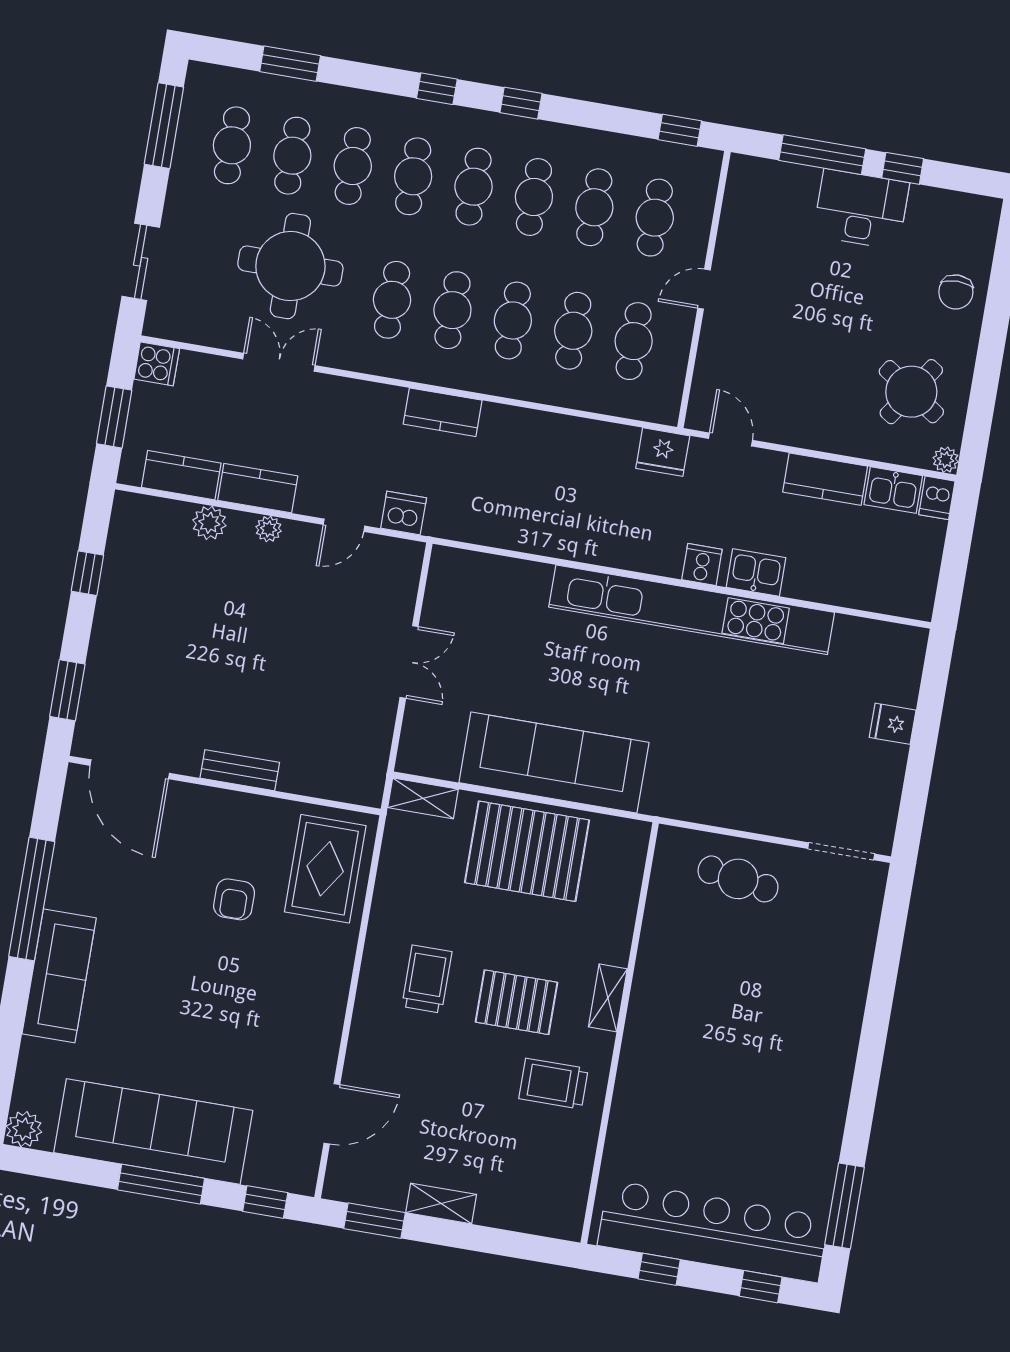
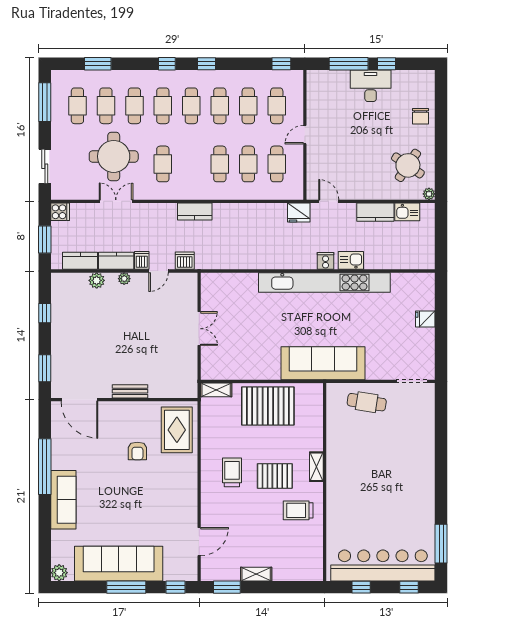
cafe table: (452, 310) -> (191, 164), removed
dishwasher: (937, 498) -> (142, 260), moved, turned 180
sofa: (554, 763) -> (323, 363), moved

